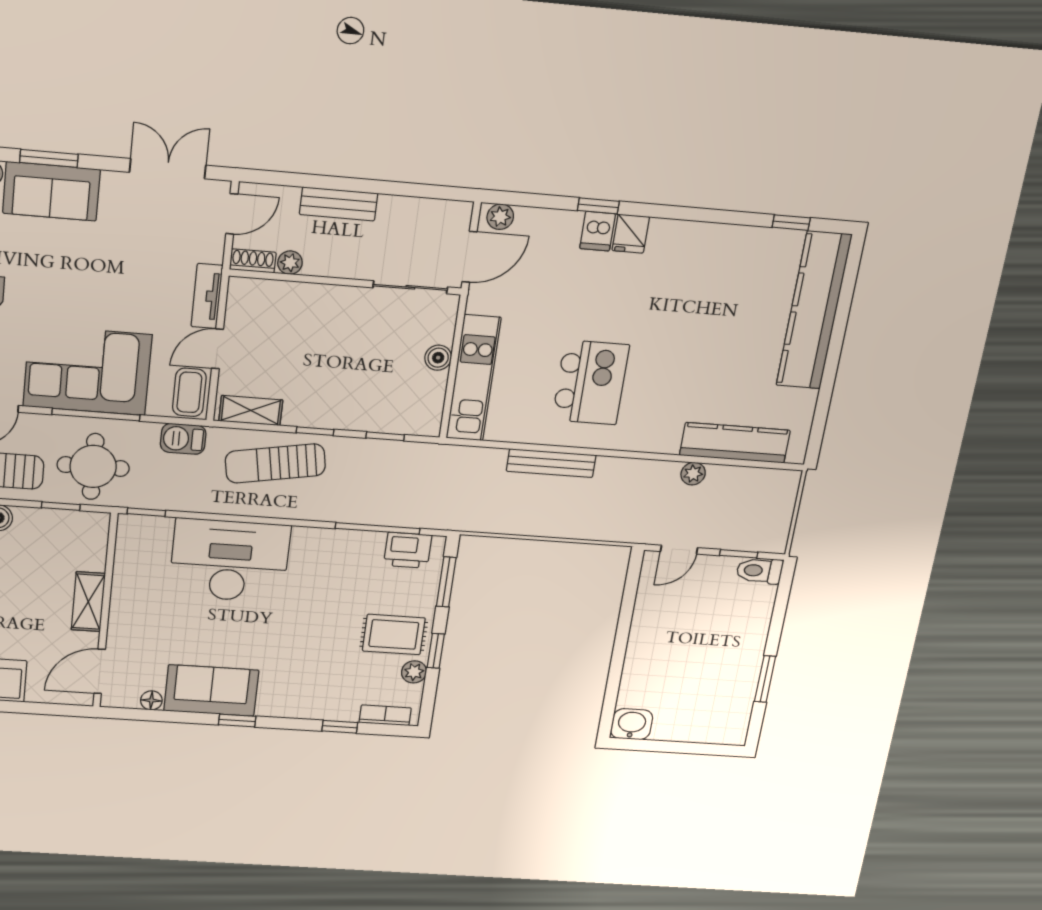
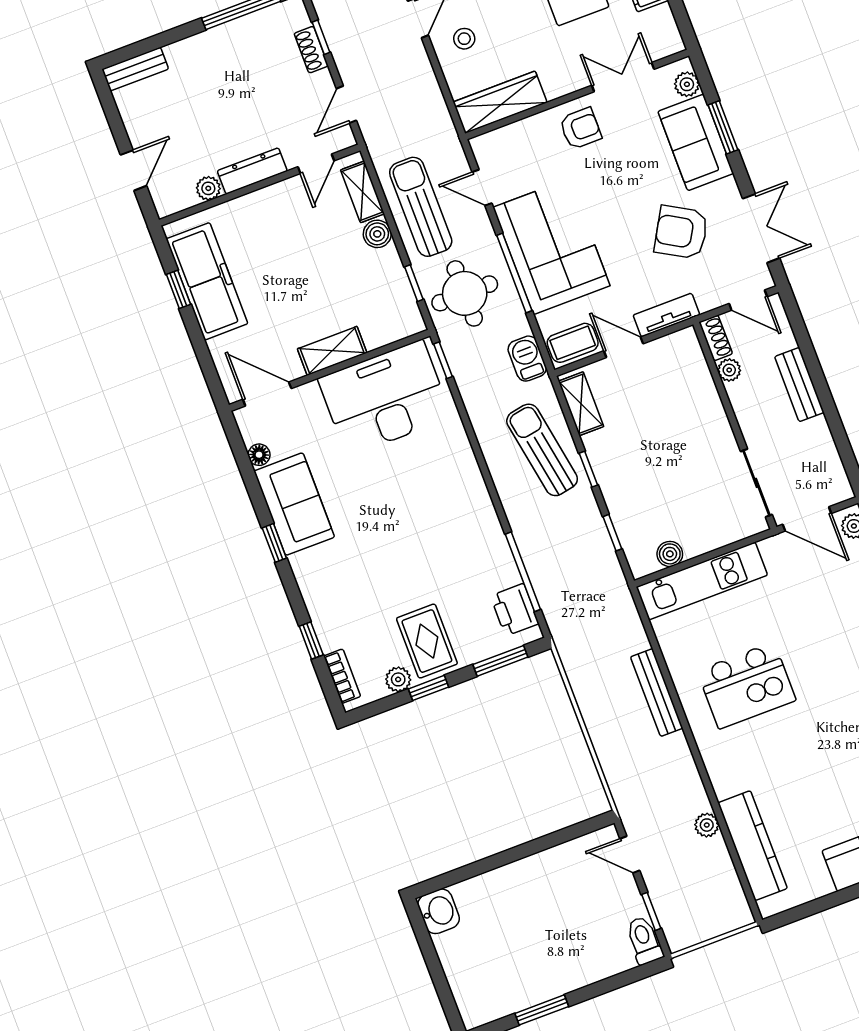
armchair: (134, 246) -> (681, 232), added
boiler: (438, 358) -> (670, 554), moved
desk: (230, 560) -> (385, 398), moved, turned -90

